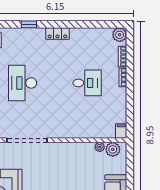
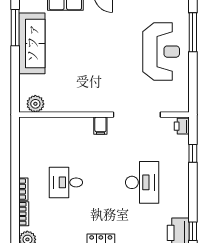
filing cabinet: (121, 131) -> (100, 126), moved
plant: (100, 147) -> (51, 107), removed

